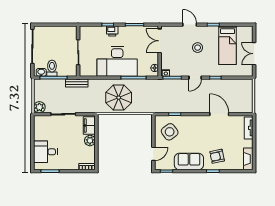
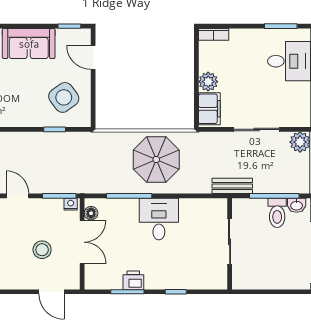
door: (190, 25) -> (52, 292), moved
printer: (112, 31) -> (133, 280), moved
double door: (160, 41) -> (82, 242), moved
stool: (198, 48) -> (42, 250), moved
desk: (117, 61) -> (159, 219), width x0.53, depth x0.77
door: (195, 78) -> (18, 196), hinge flipped
door: (153, 154) -> (93, 57), hinge flipped

